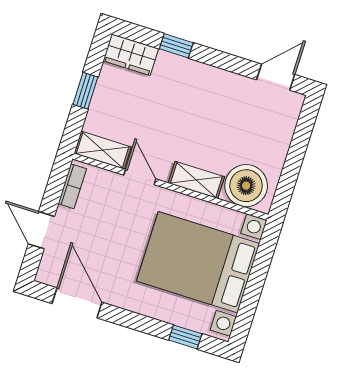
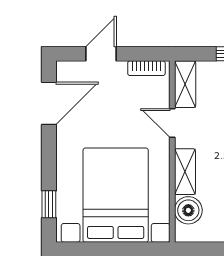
door: (140, 177) -> (172, 123), swing flipped
boiler: (246, 186) -> (188, 210), width x0.73, depth x0.73

